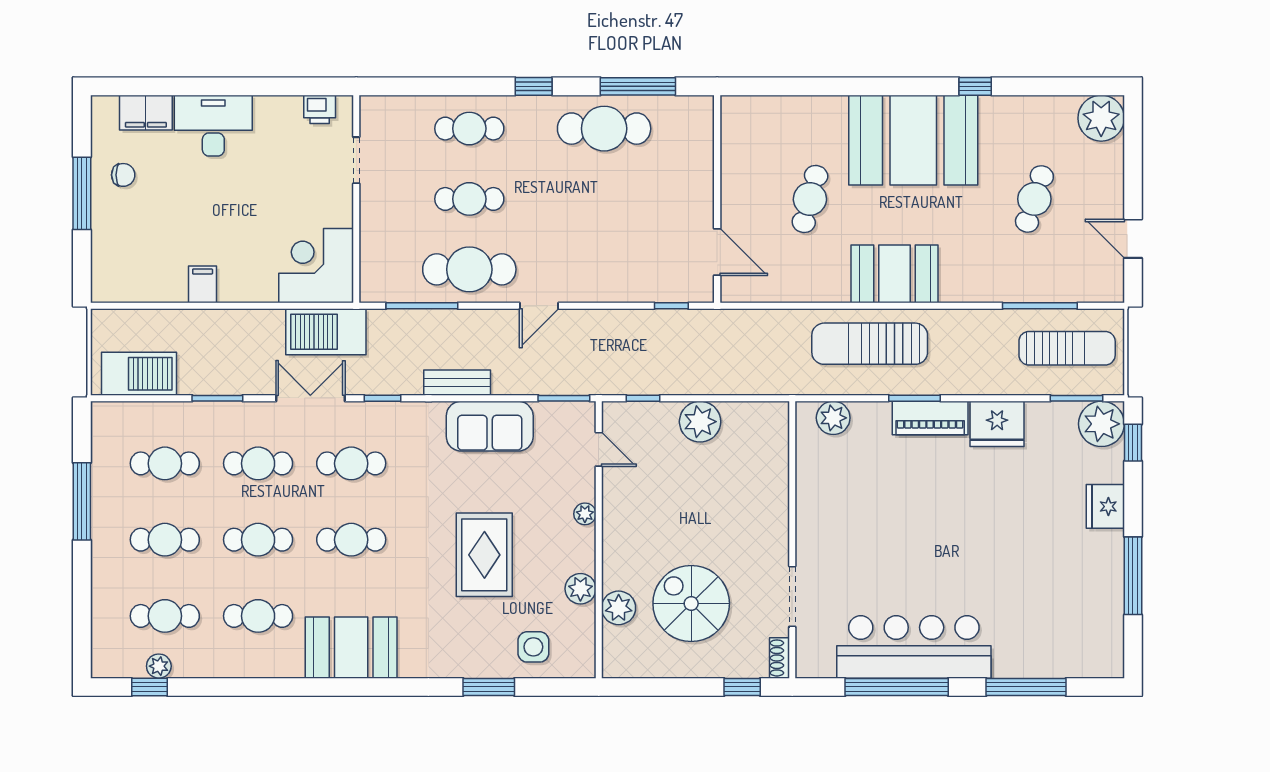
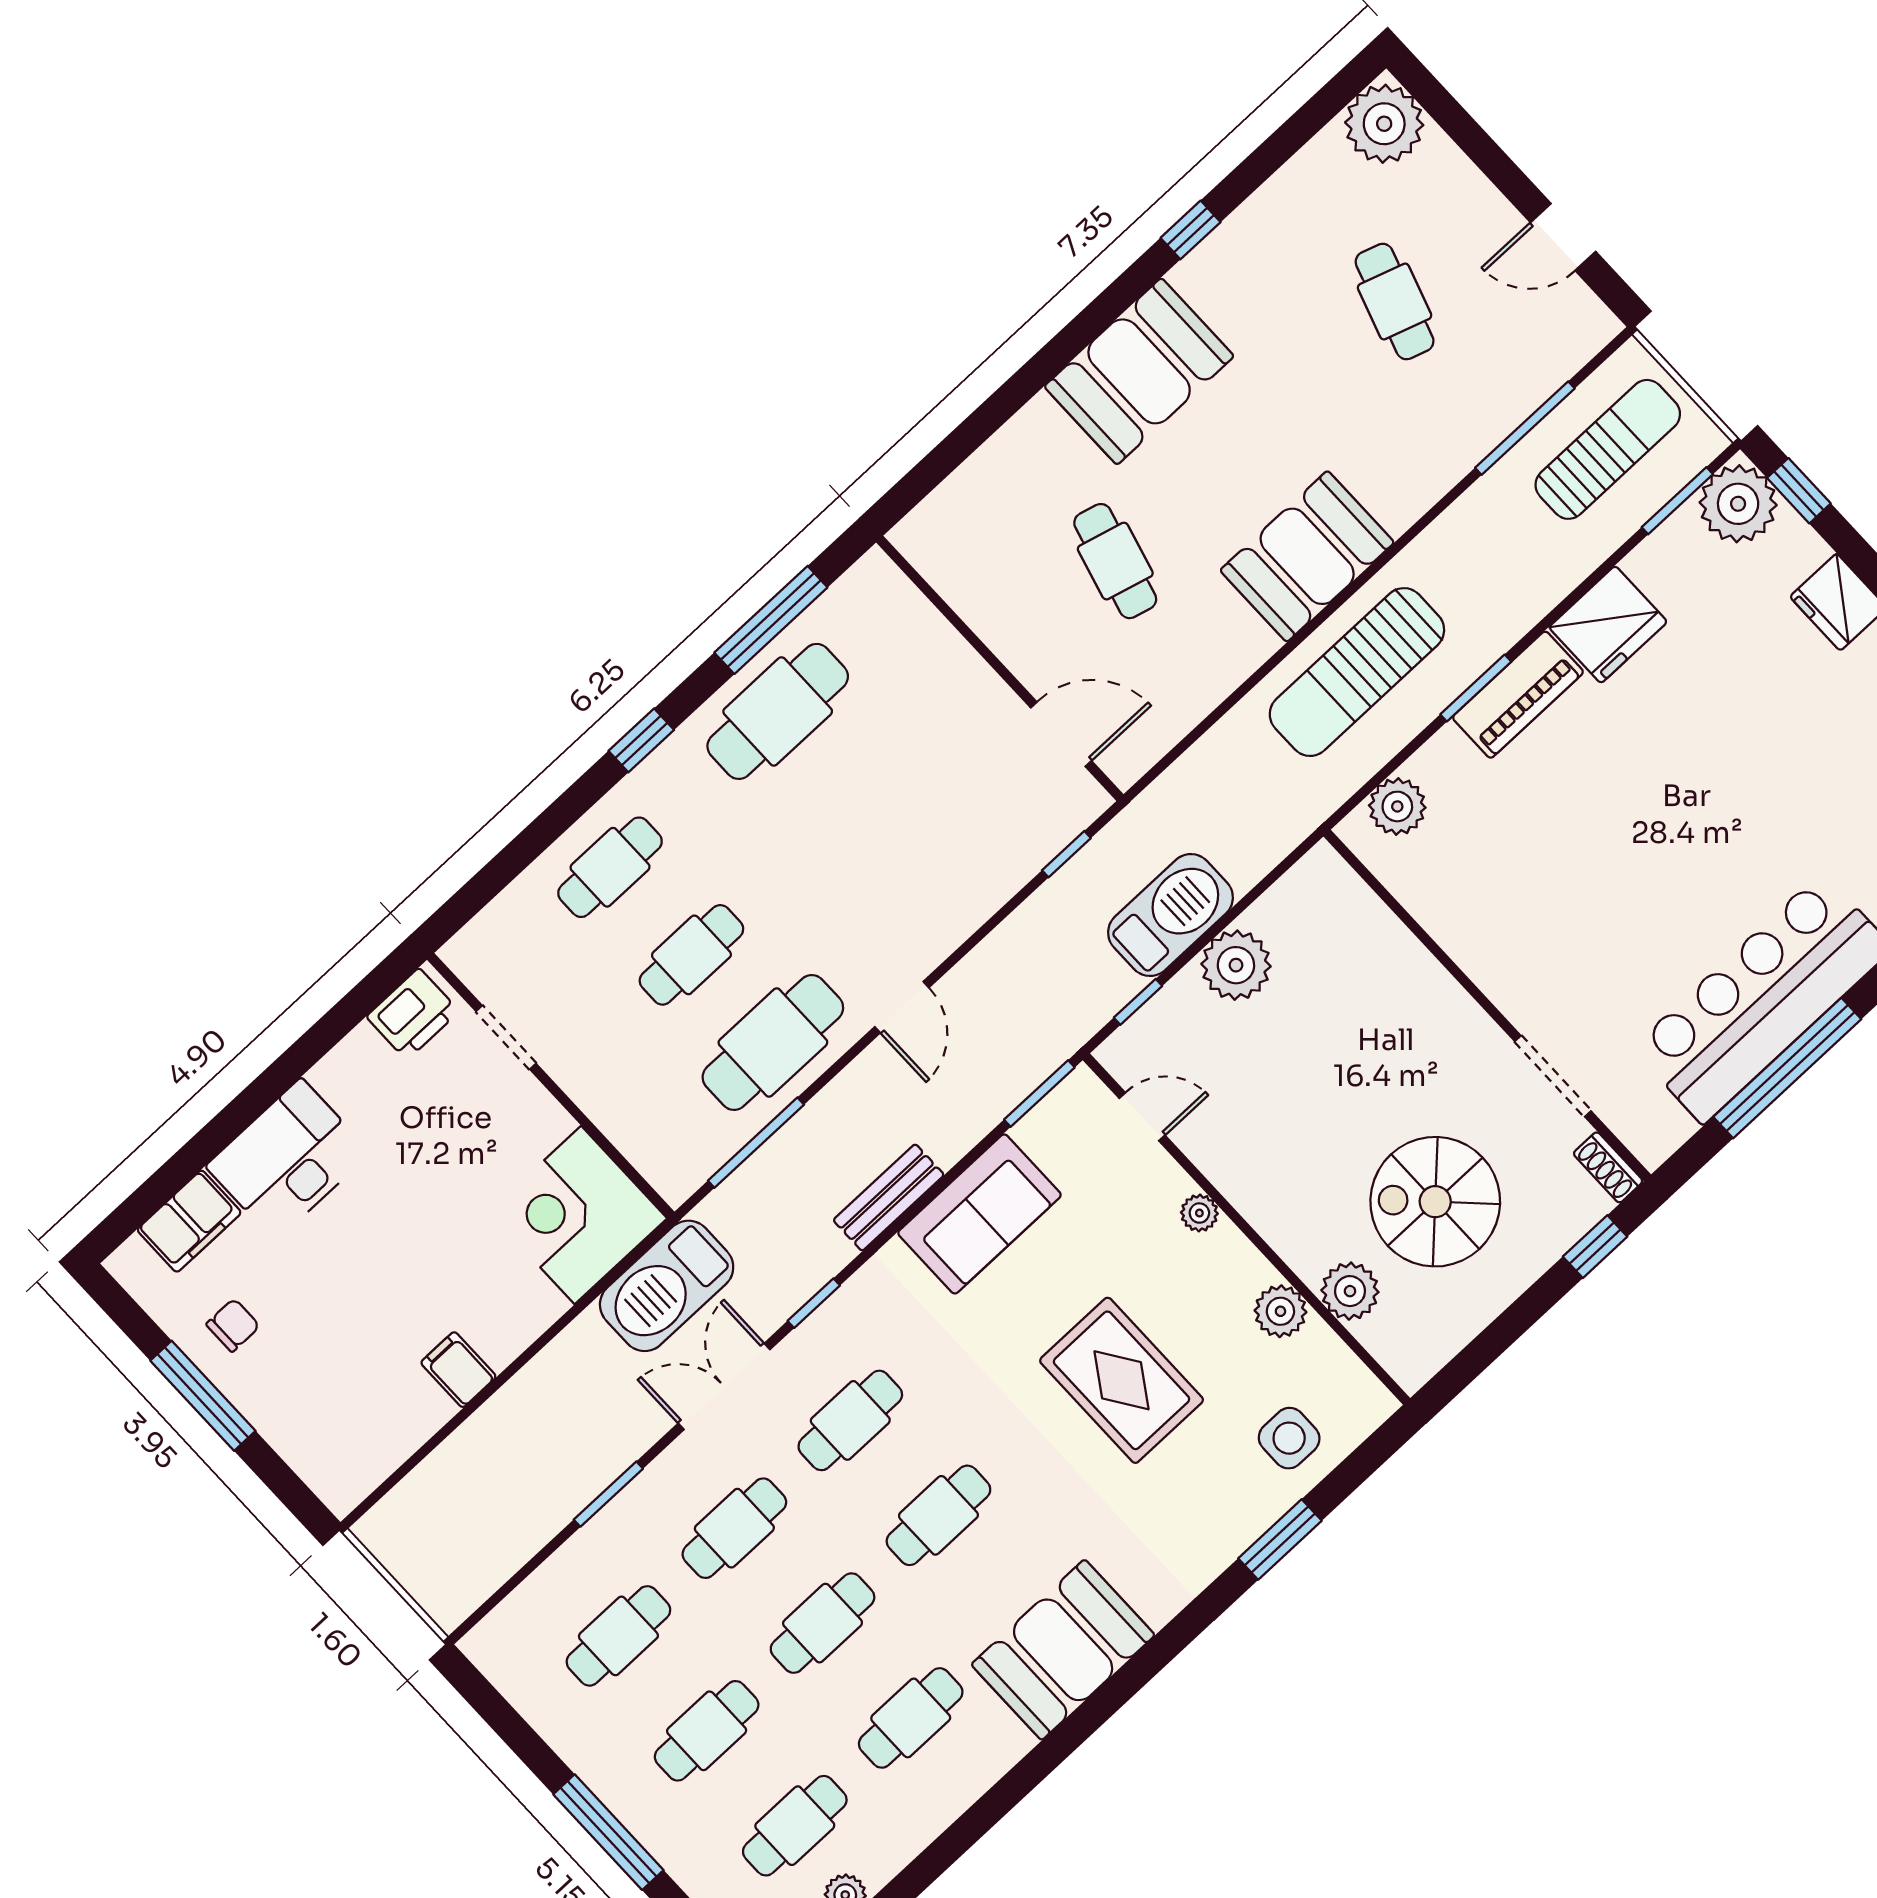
printer: (320, 109) -> (413, 1014), width x1.36, depth x1.24
booth: (913, 140) -> (1139, 371), width x0.73, depth x0.70
barbecue: (139, 374) -> (1170, 915), moved
window: (82, 501) -> (608, 1832), moved

